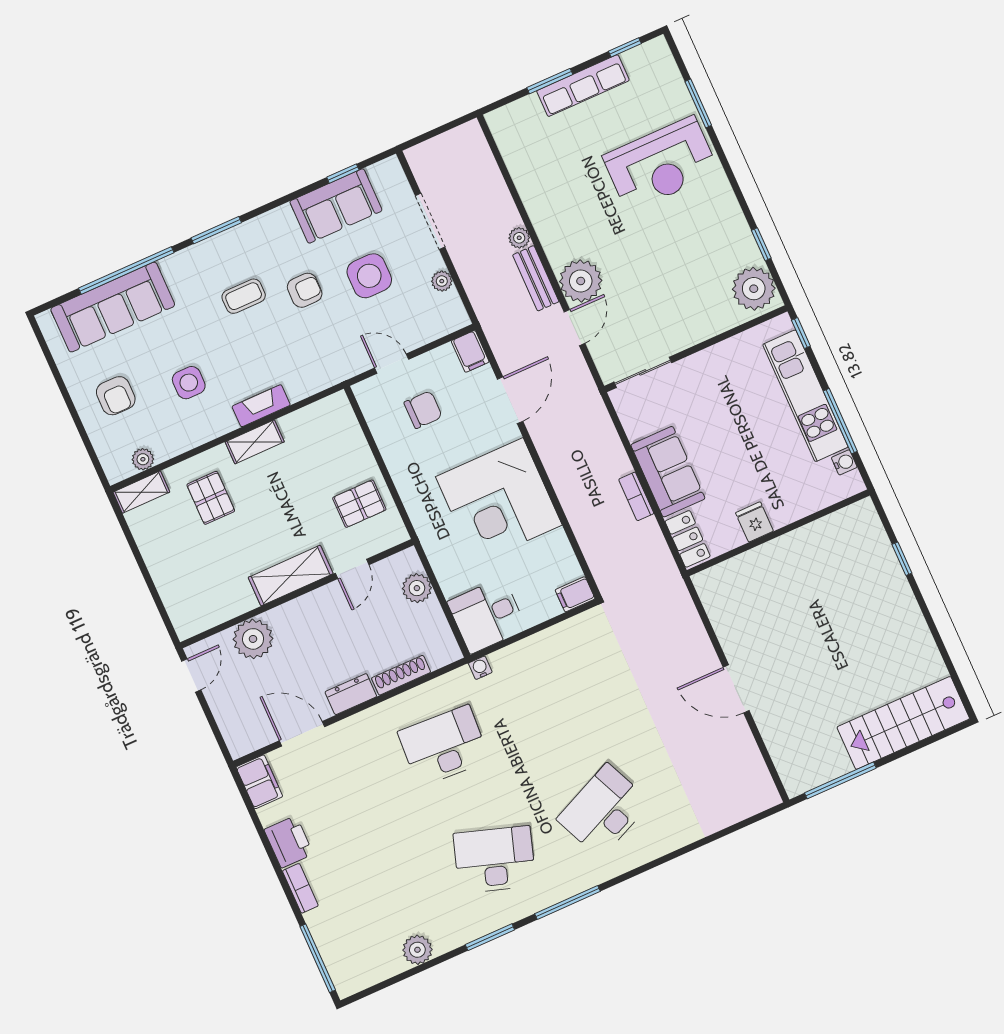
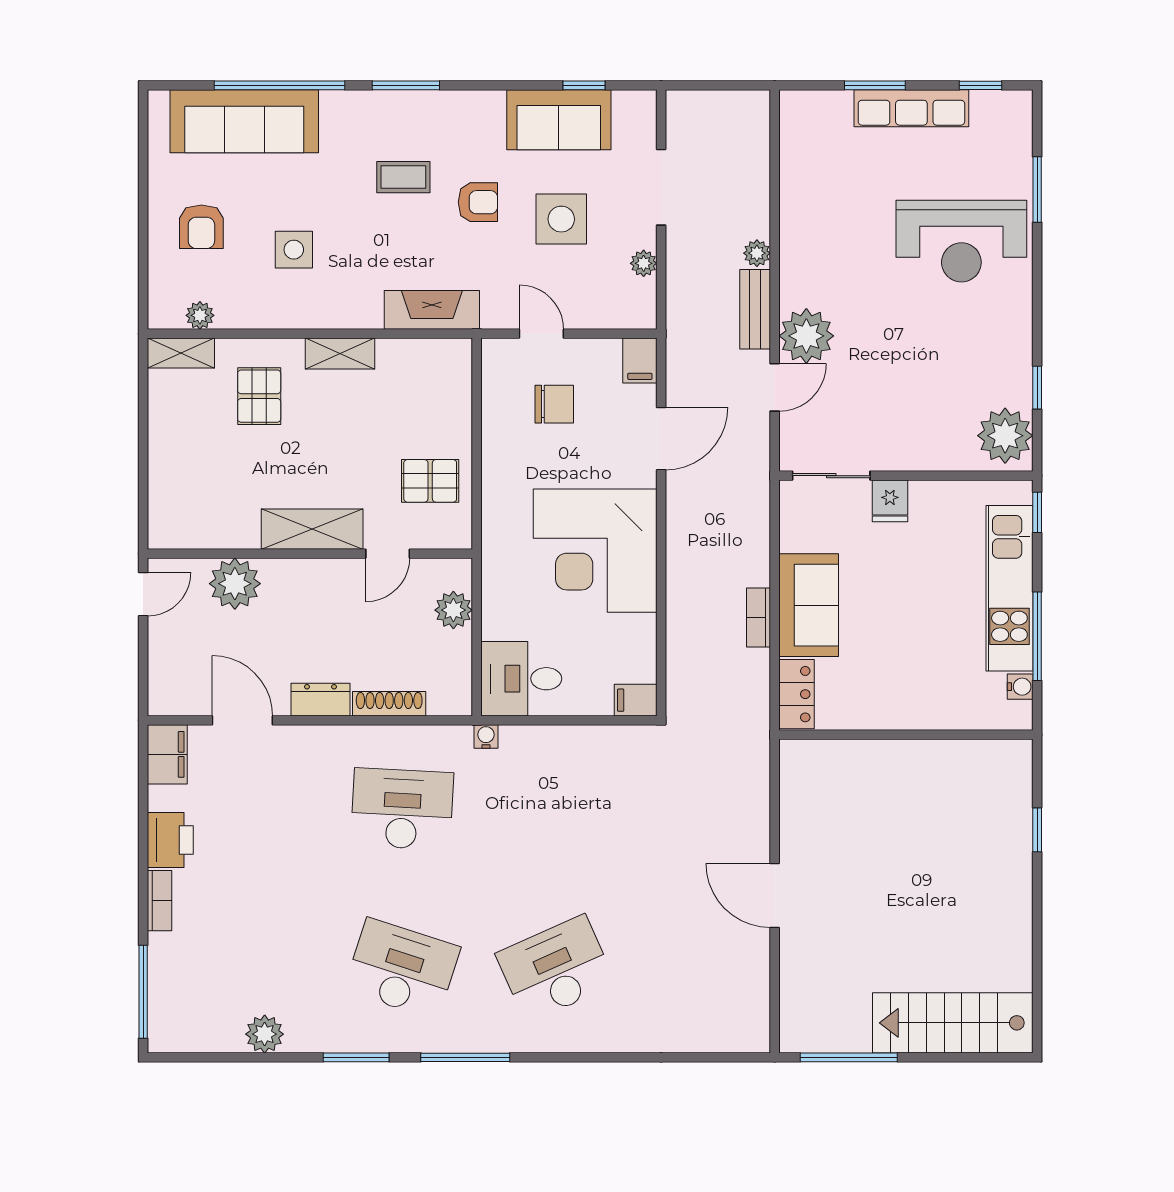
fireplace: (261, 406) -> (432, 310), moved, width x1.37, depth x1.32
fridge: (754, 522) -> (890, 501), moved, turned 180

